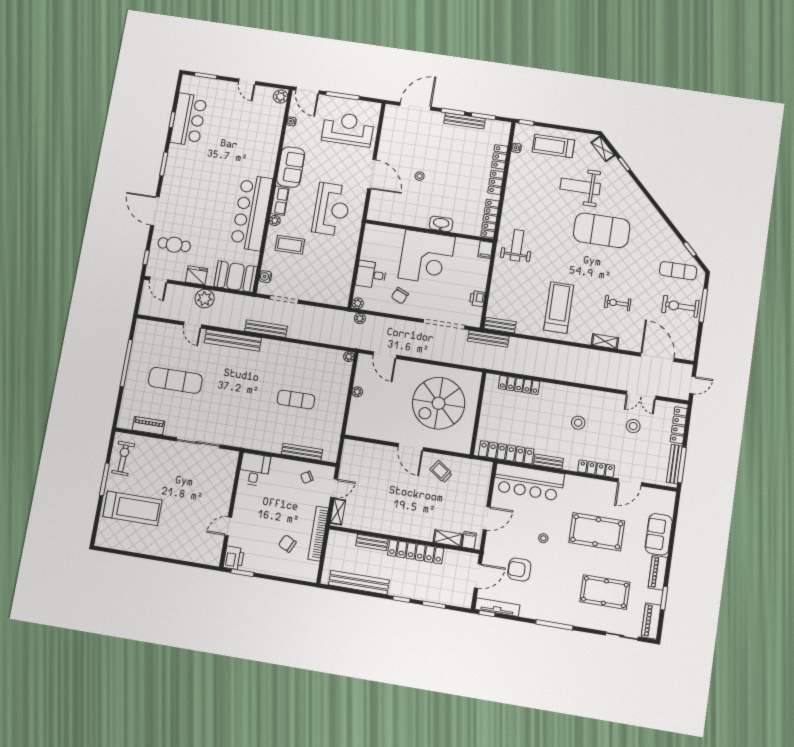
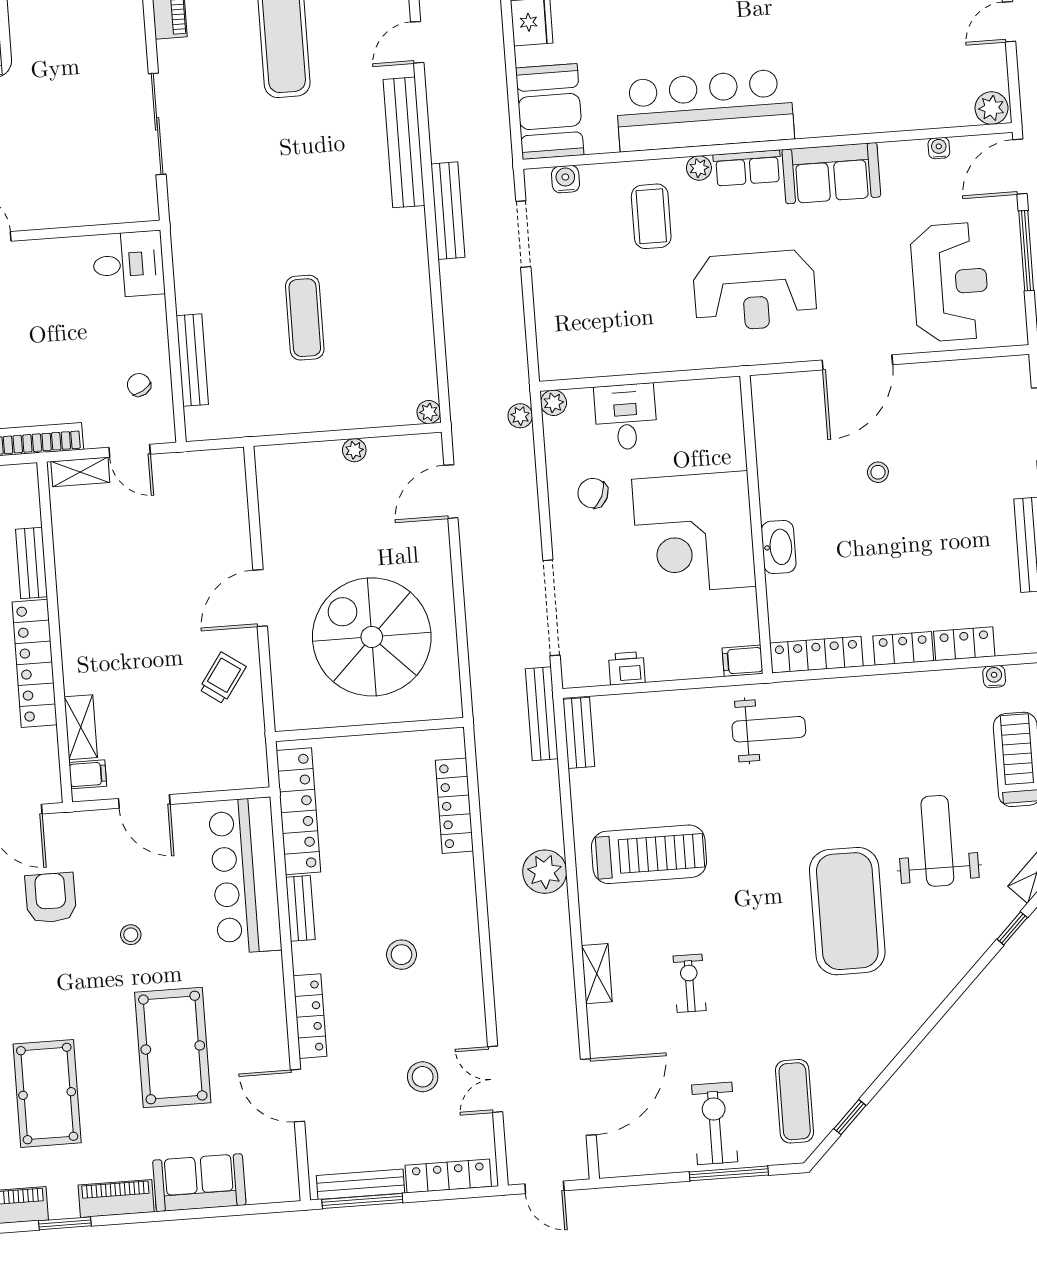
plant: (205, 299) -> (545, 872), moved

